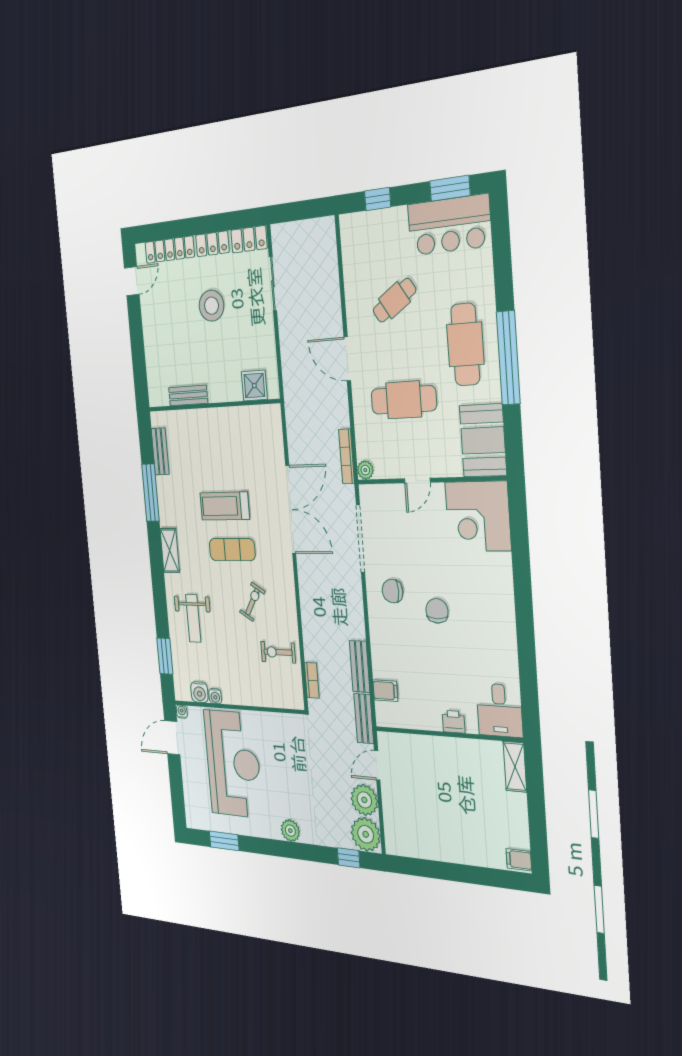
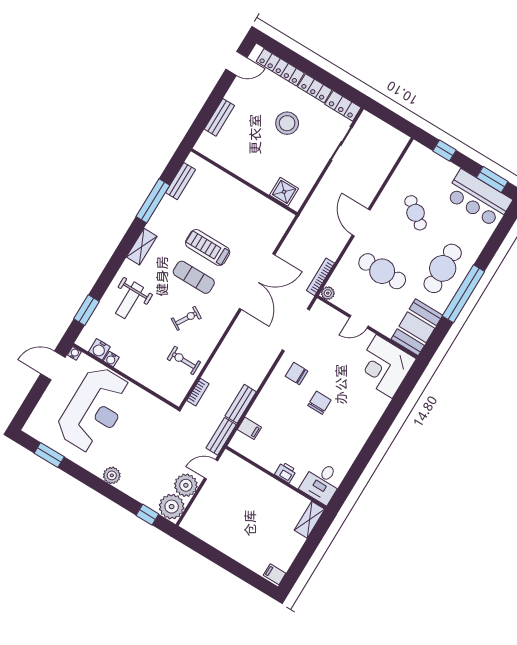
cafe table: (394, 300) -> (416, 213), turned 70
bench: (188, 395) -> (219, 117), moved, turned 90

